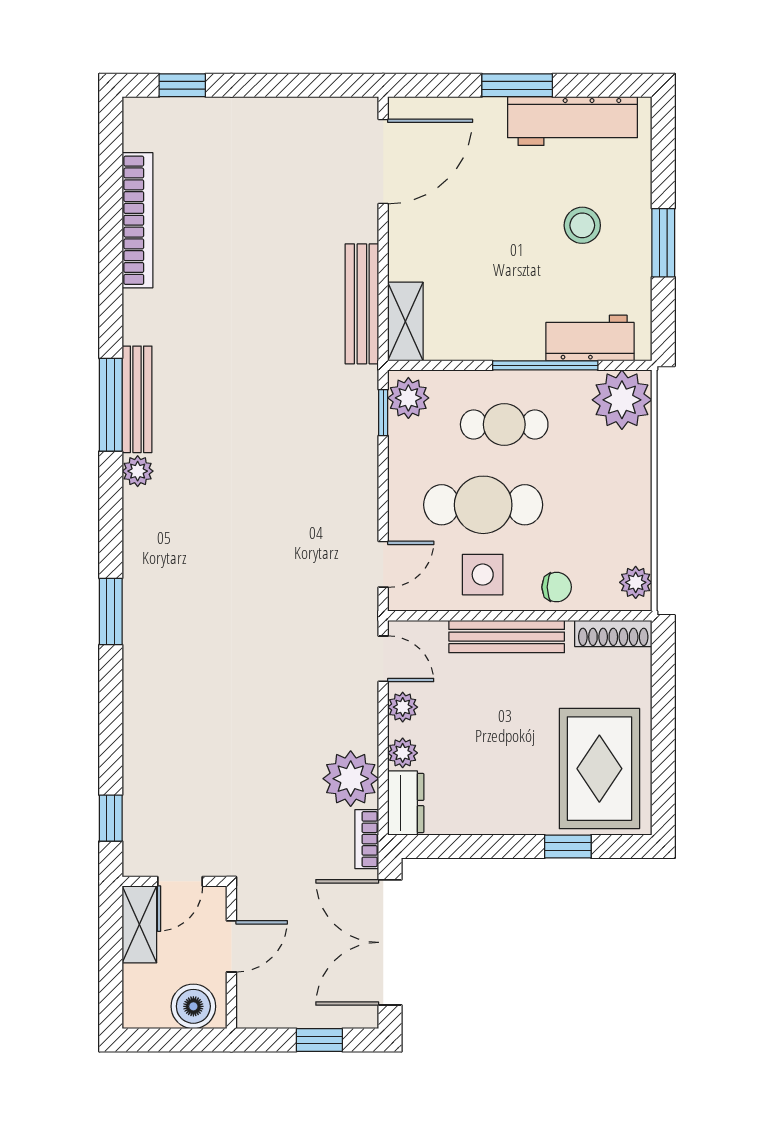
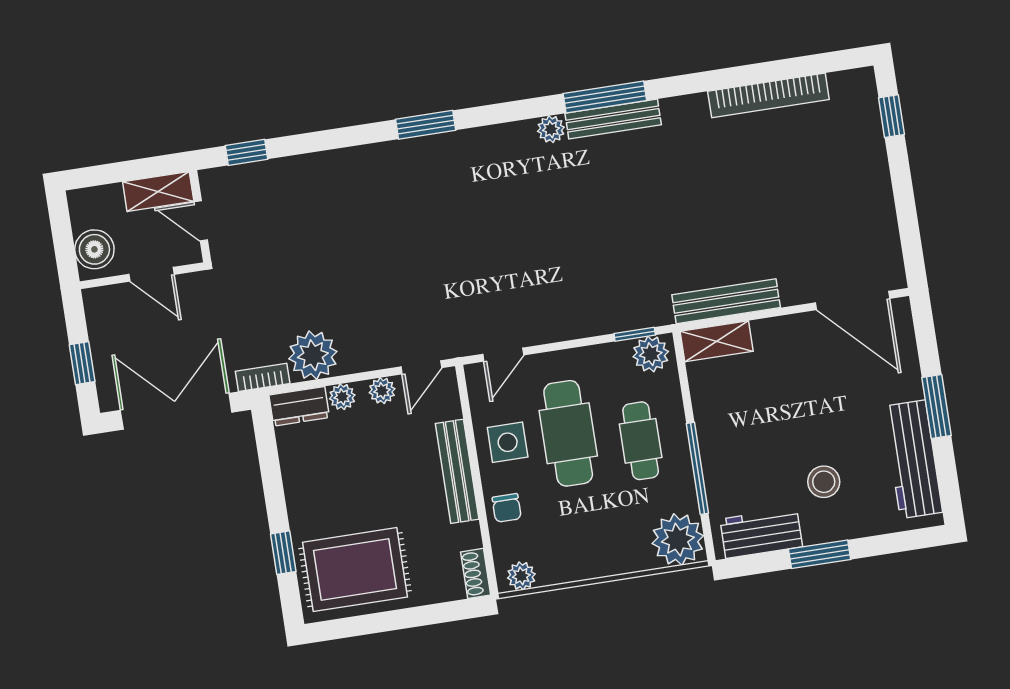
workbench: (590, 338) -> (761, 533), moved, turned -90
door: (383, 564) -> (503, 355), hinge flipped
shoe rack: (613, 633) -> (476, 573), width x0.70

